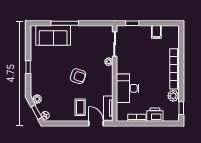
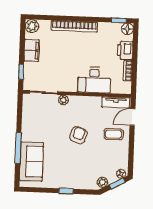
filing cabinet: (156, 32) -> (32, 50), width x2.00
plant: (173, 96) -> (32, 26), moved
floor lamp: (174, 116) -> (128, 29), added

